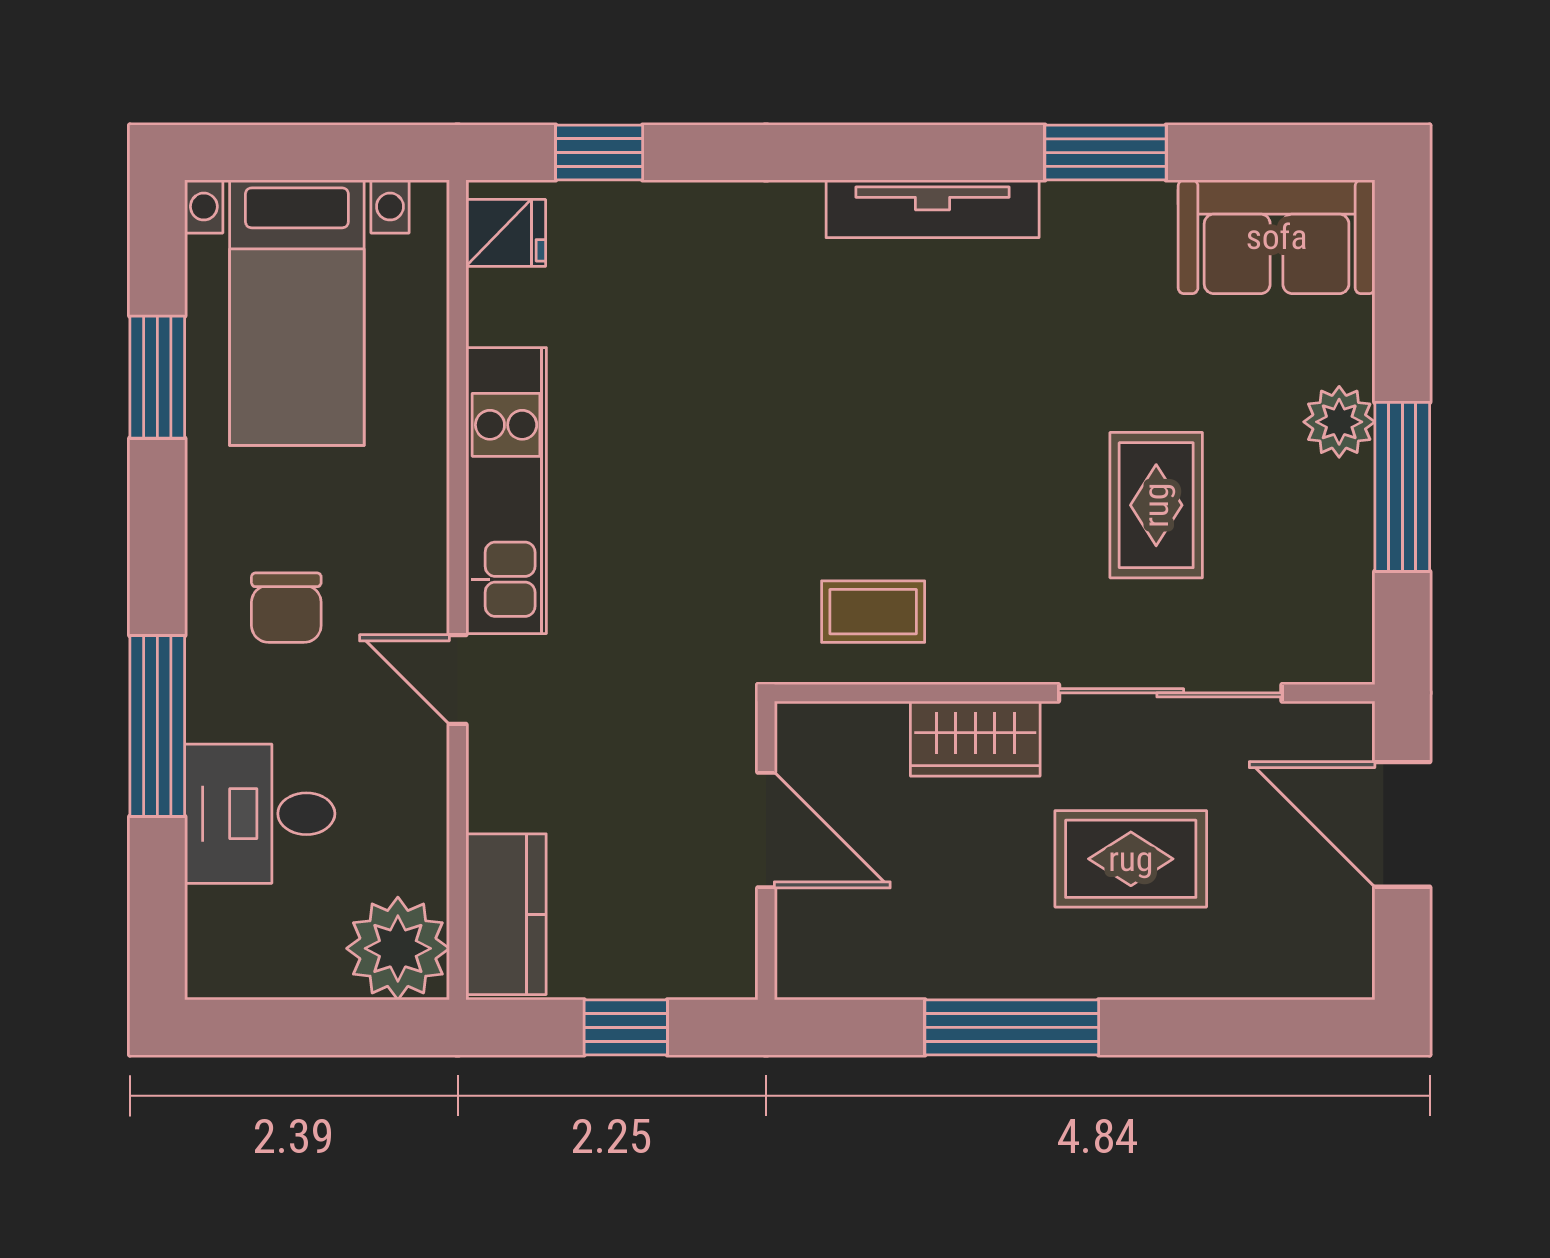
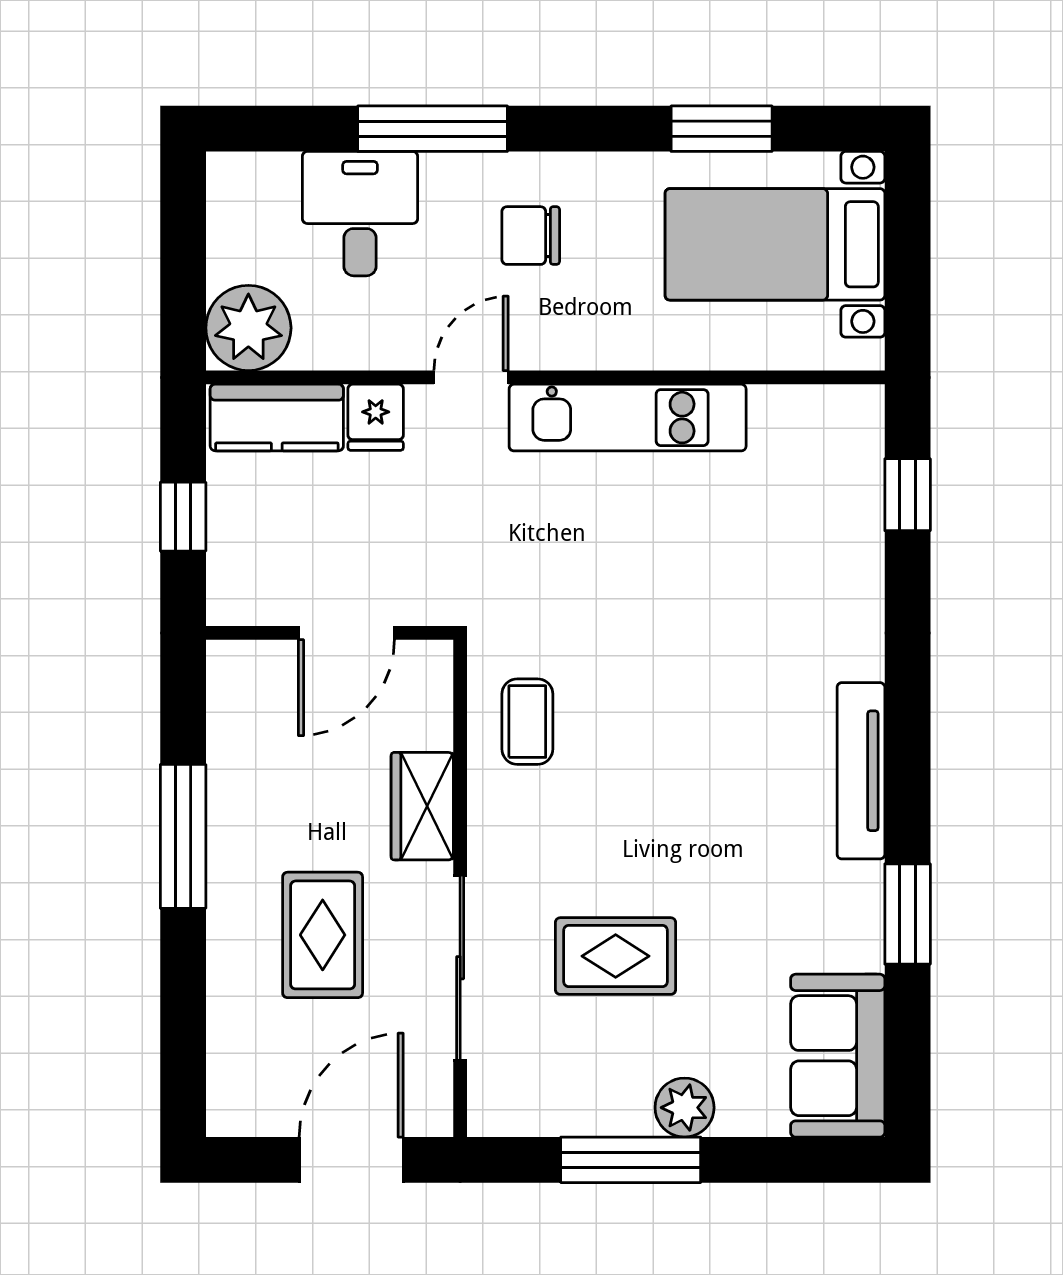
fridge: (506, 233) -> (376, 417), moved

